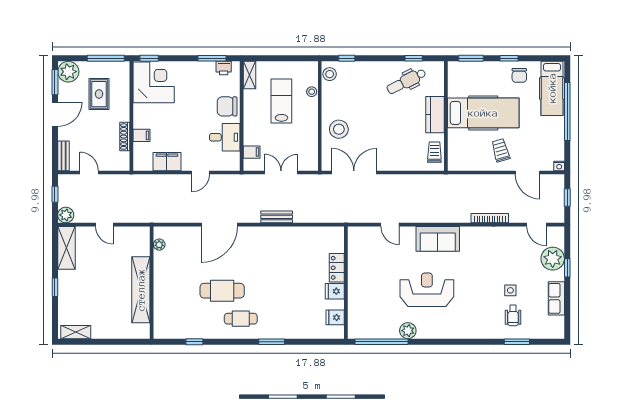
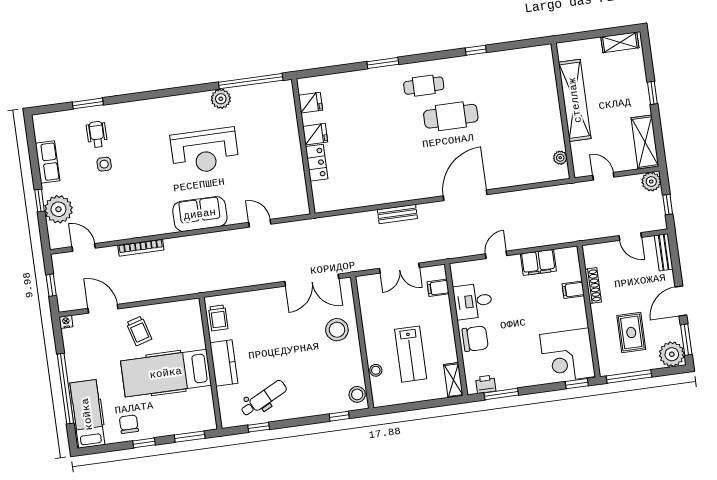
plant: (159, 245) -> (560, 158), moved
wall: (152, 283) -> (563, 111), moved
shelving: (141, 290) -> (575, 100), moved

